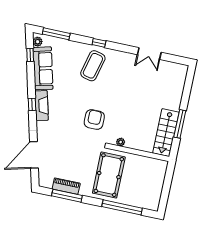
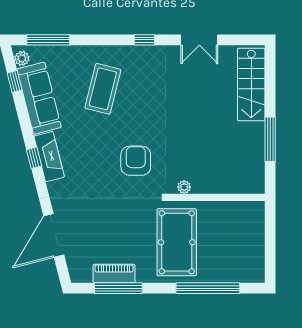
window: (99, 43) -> (144, 40), moved
coffee table: (93, 66) -> (103, 89), moved
stairs: (166, 133) -> (251, 85), moved

